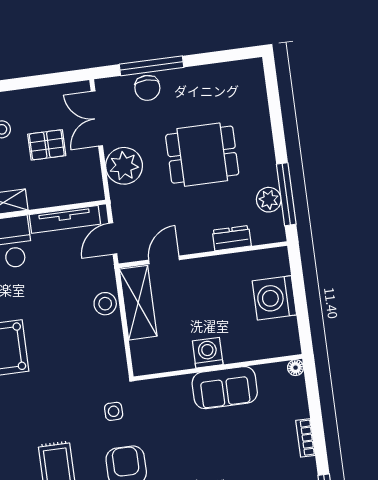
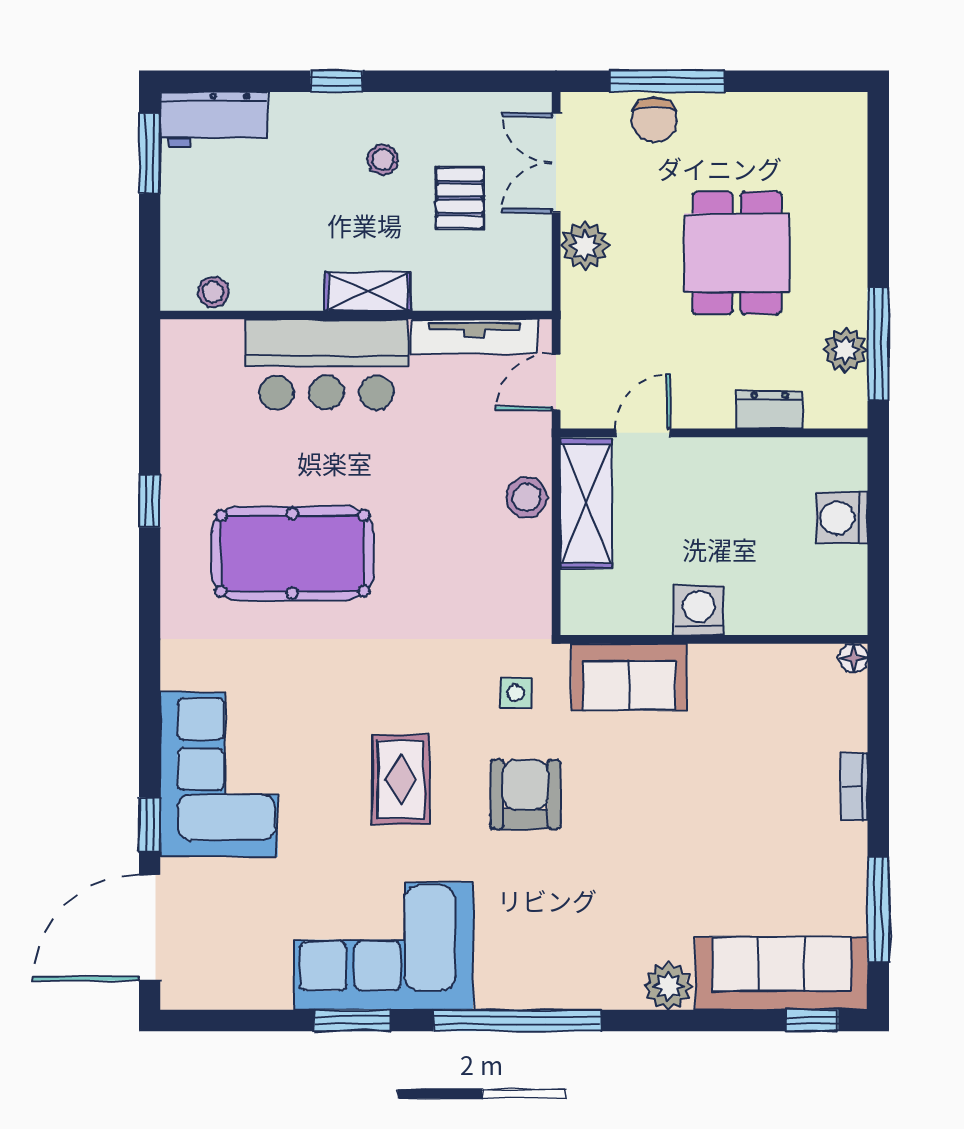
pallet: (47, 145) -> (460, 198), turned 90
dining table: (202, 155) -> (737, 253), turned 90
plant: (124, 166) -> (585, 246), width x0.73, depth x0.73
washing machine: (274, 298) -> (842, 518), width x0.73, depth x0.73
sofa: (225, 388) -> (629, 677), moved

